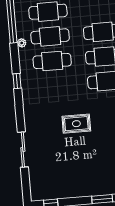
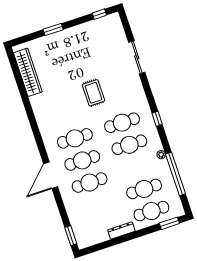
cafe table: (50, 36) -> (122, 123), moved
rug: (76, 124) -> (93, 93), turned 90

